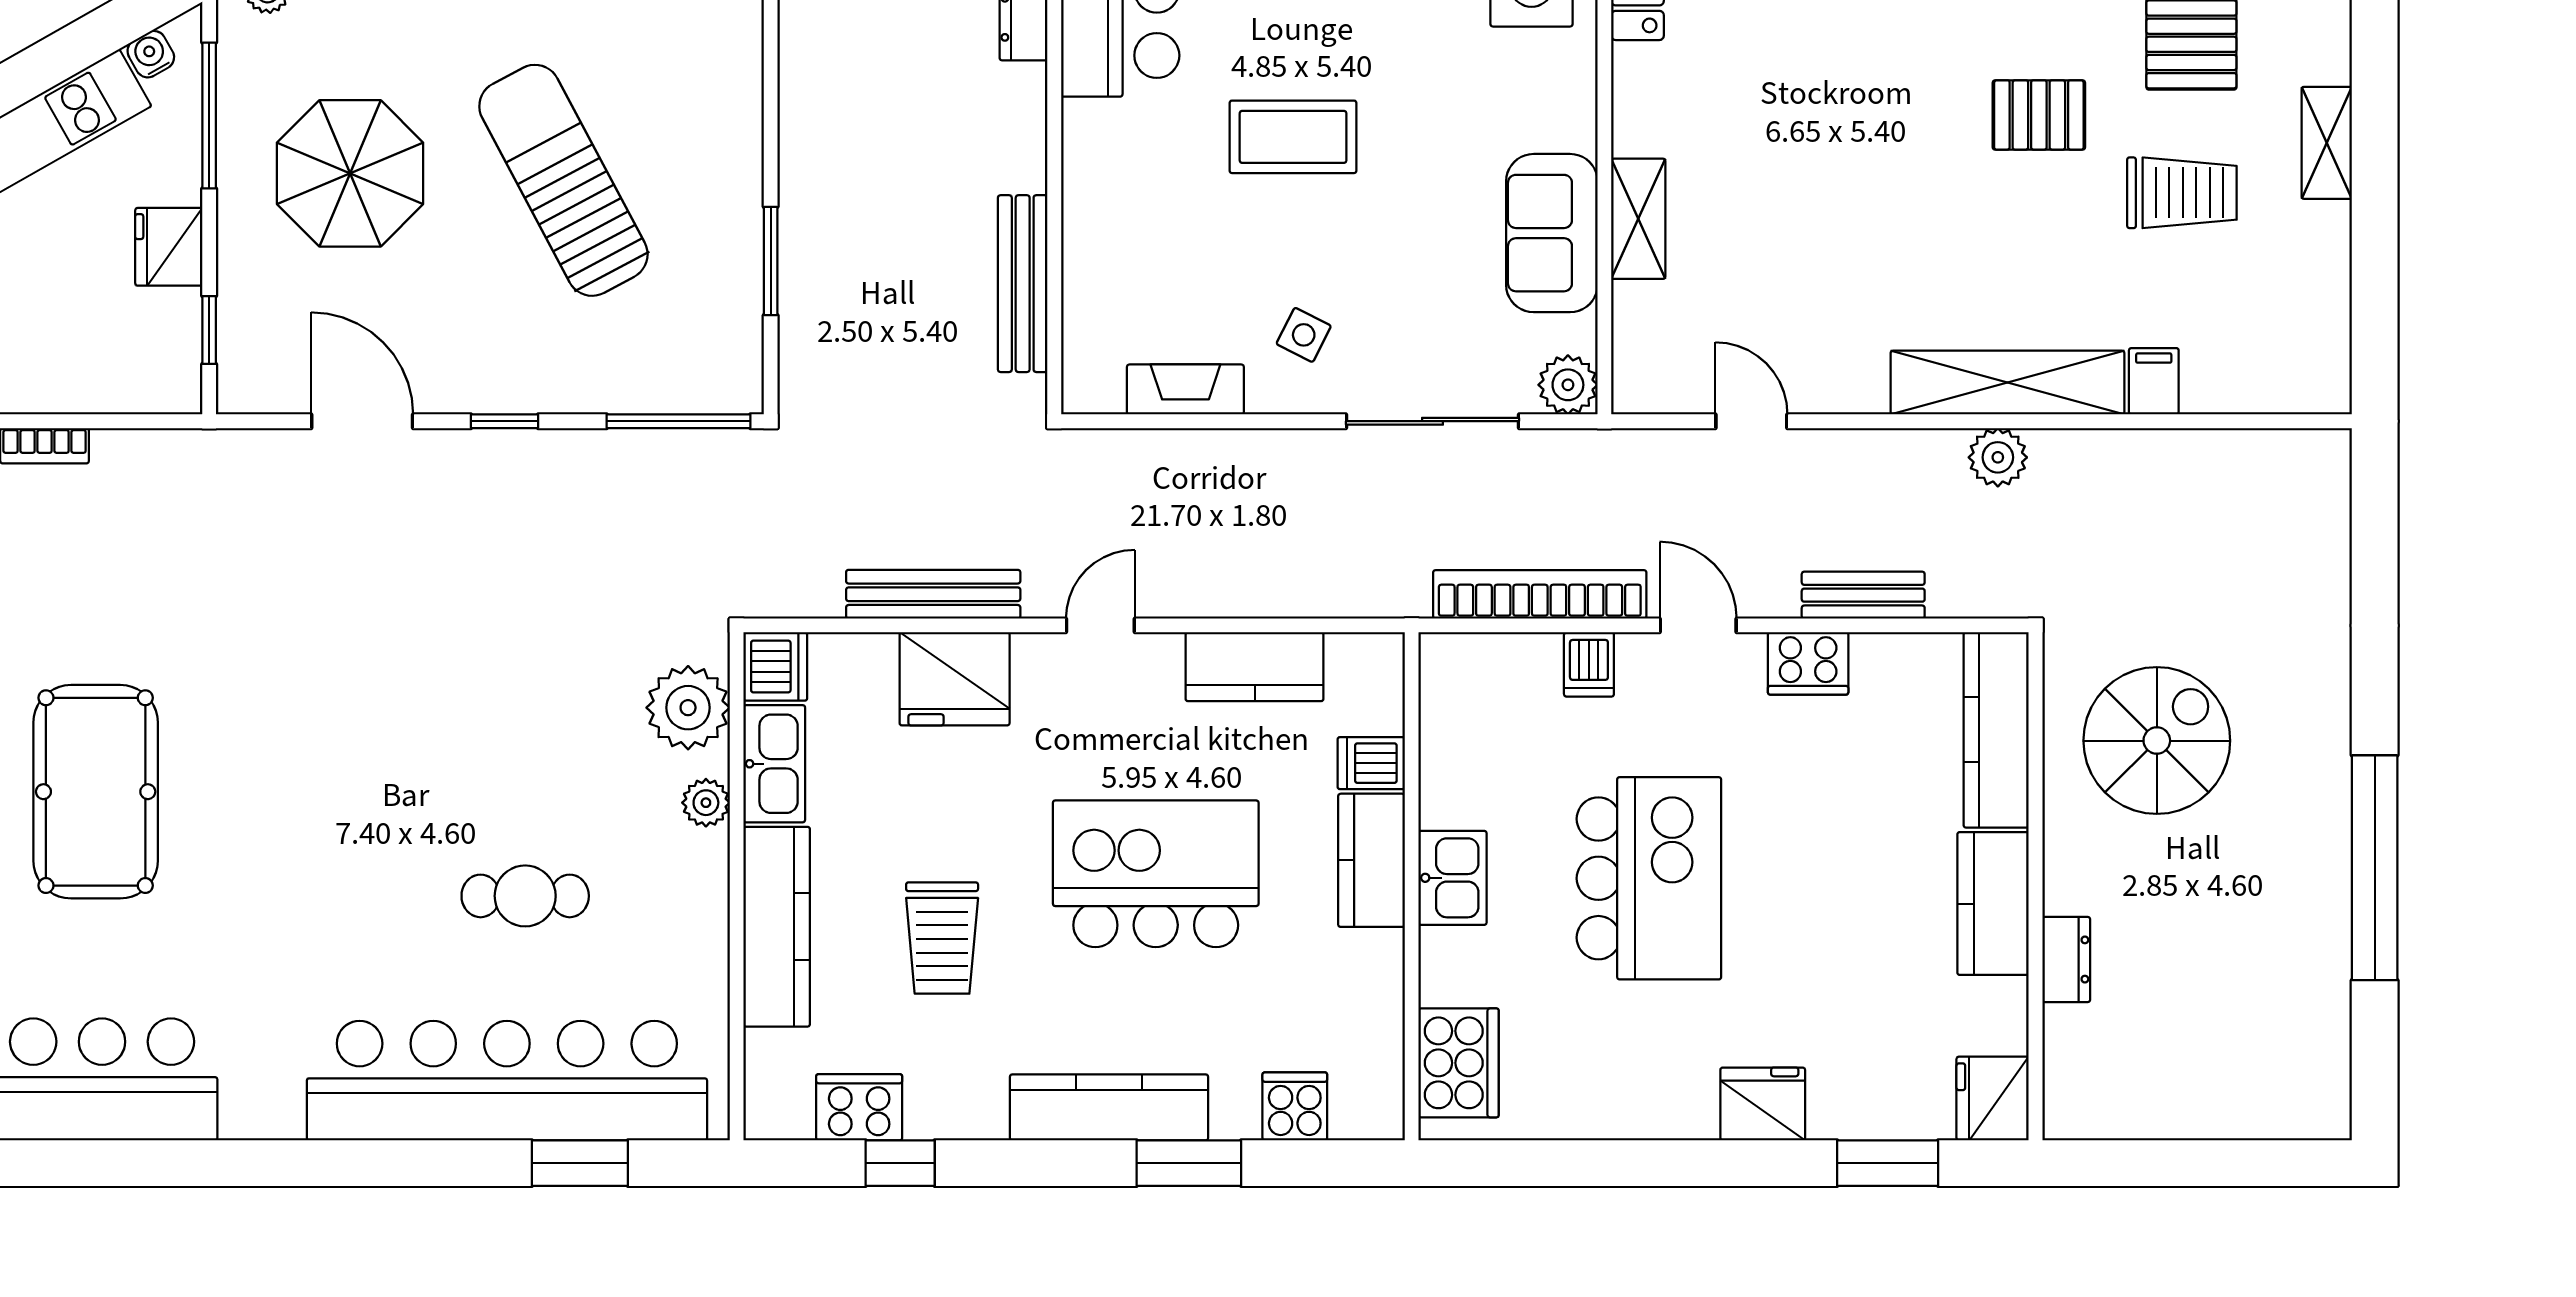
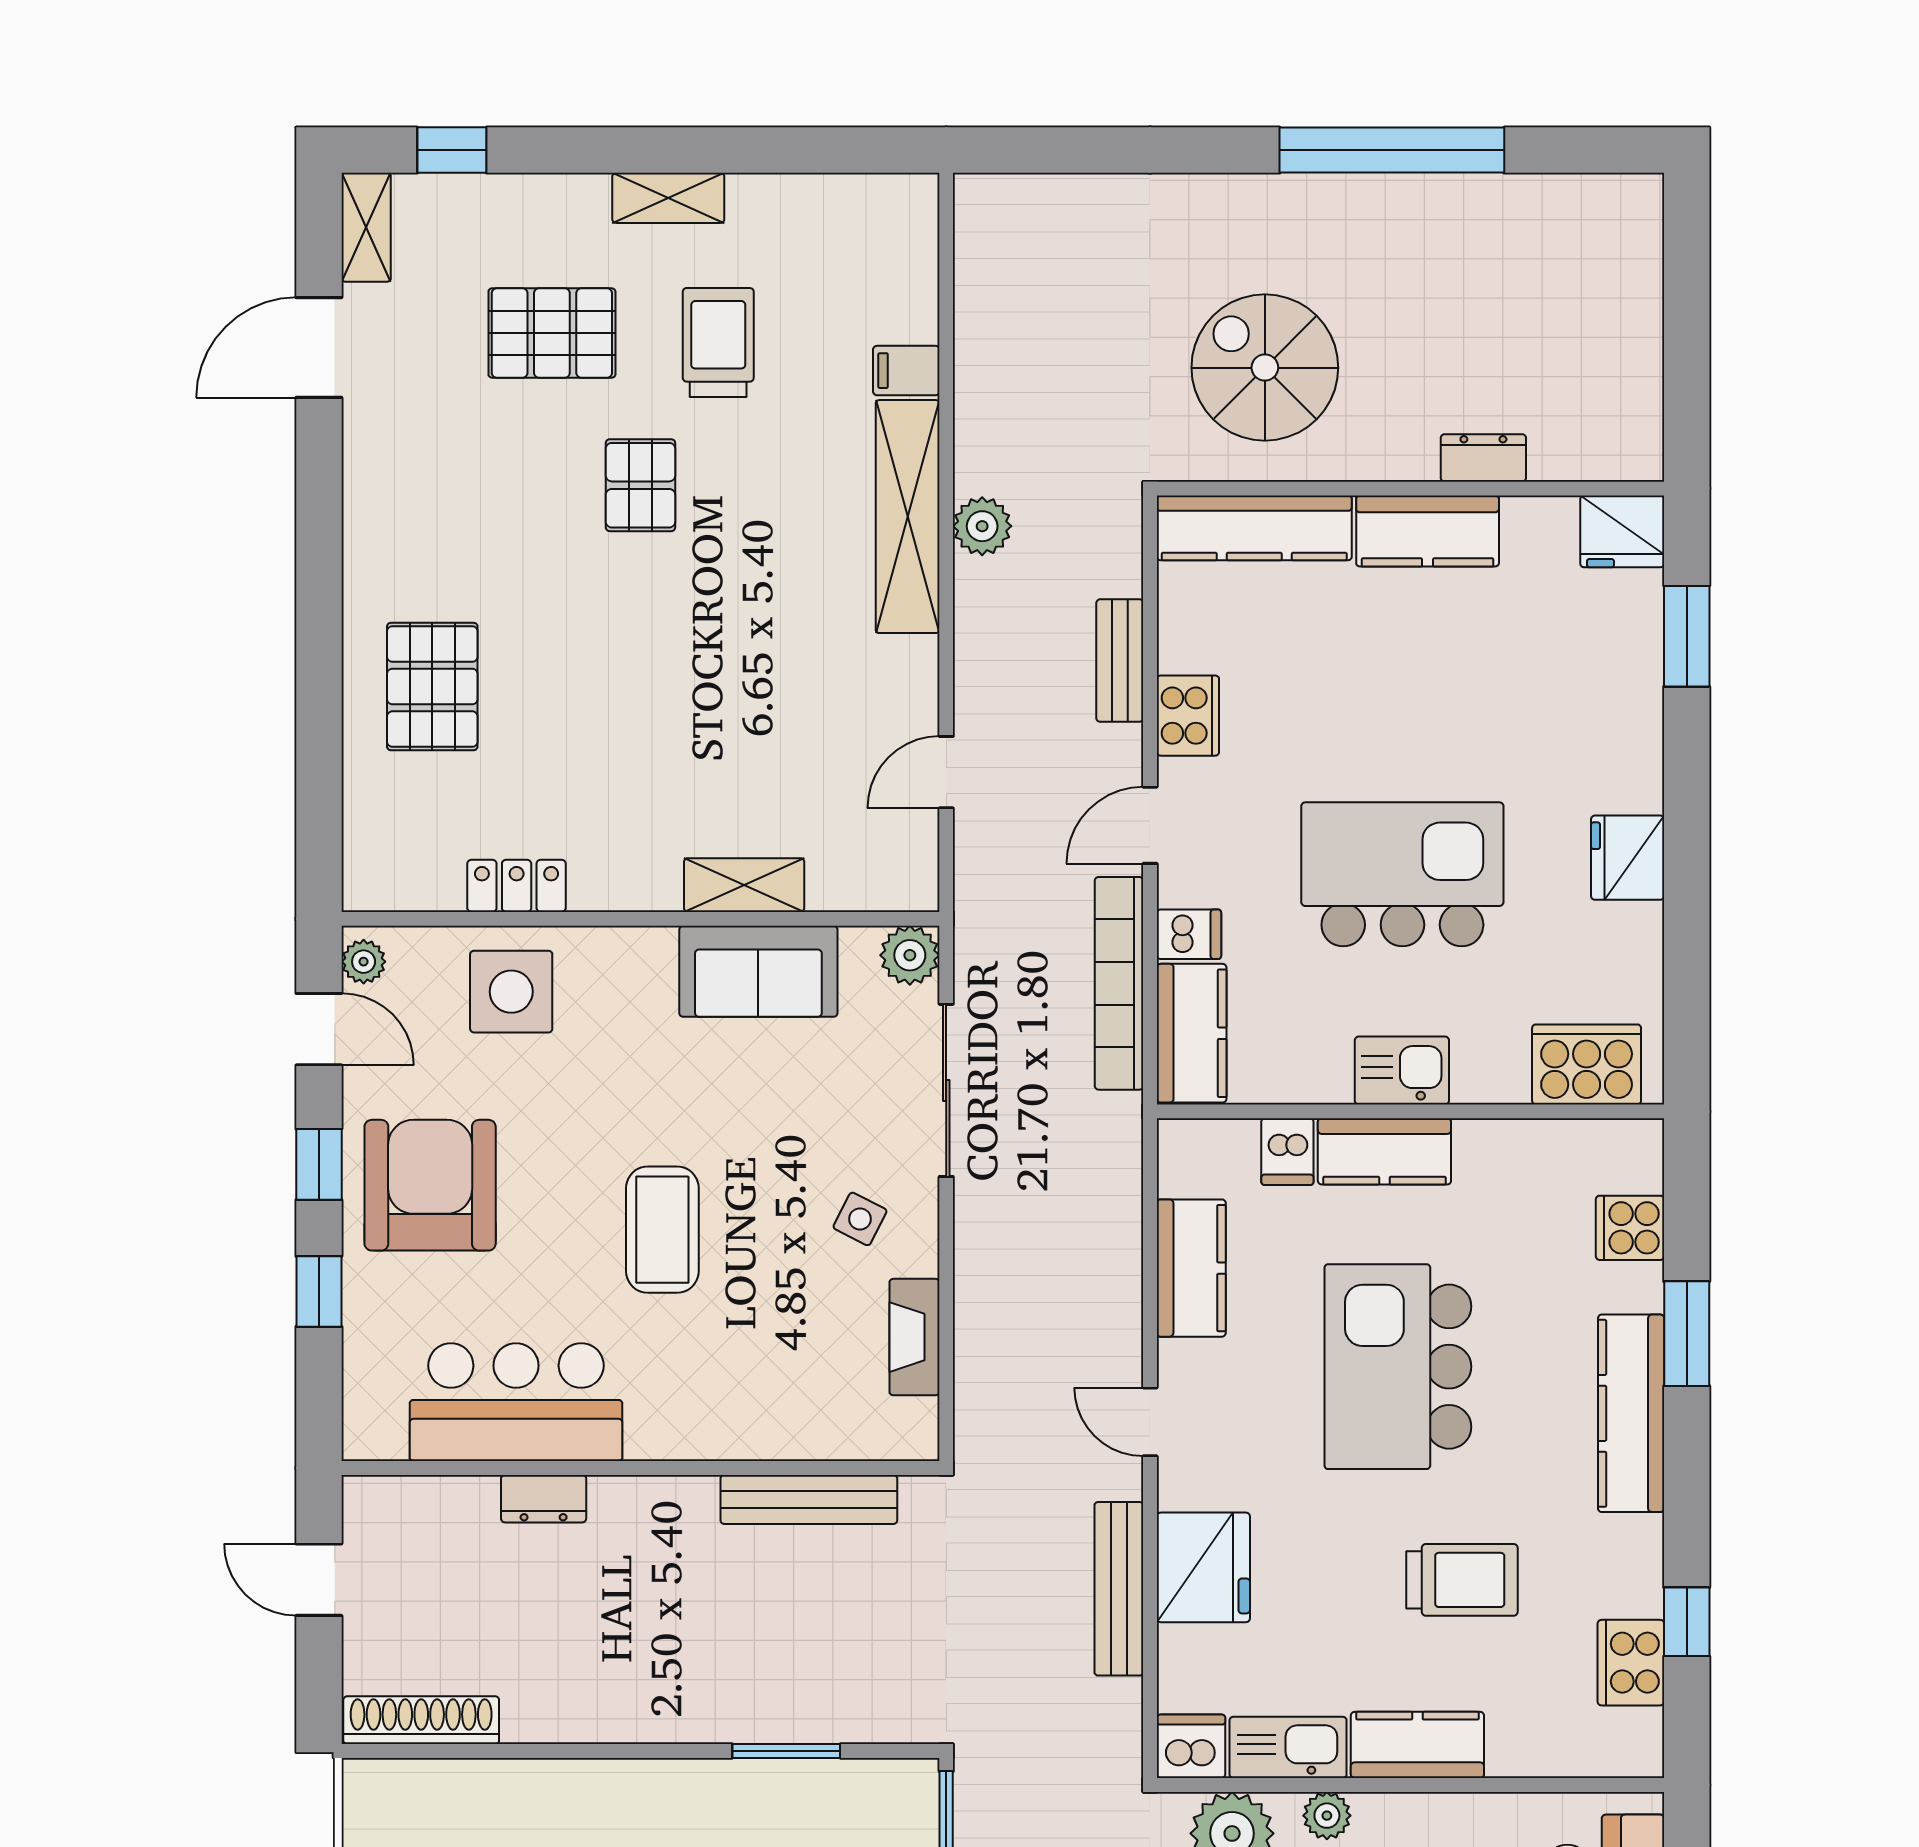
kitchen counter: (1490, 667) -> (1192, 1033), added
kitchen counter: (777, 927) -> (1417, 1745), width x0.67
fridge: (1763, 1104) -> (1628, 858), moved

